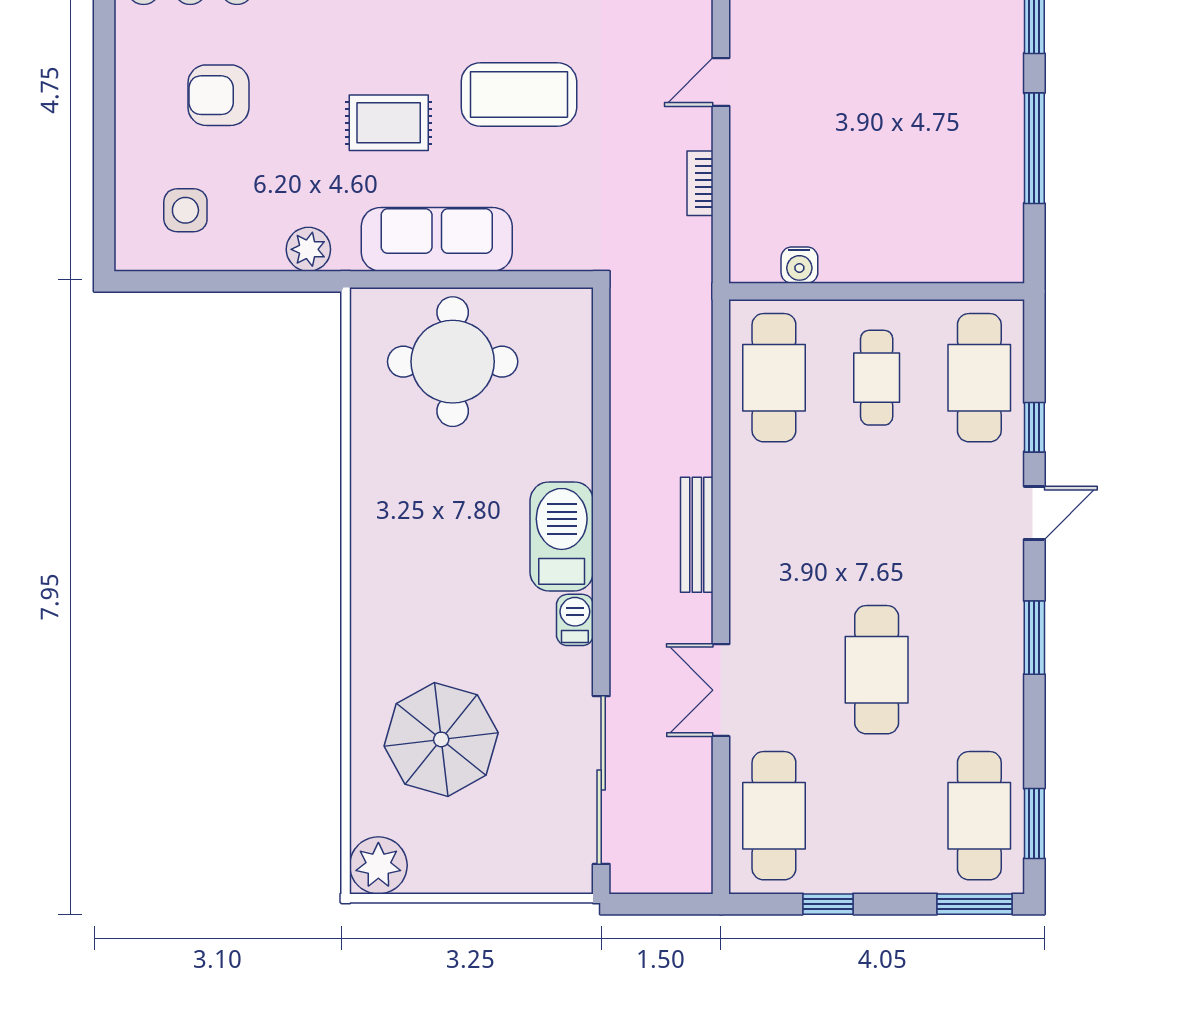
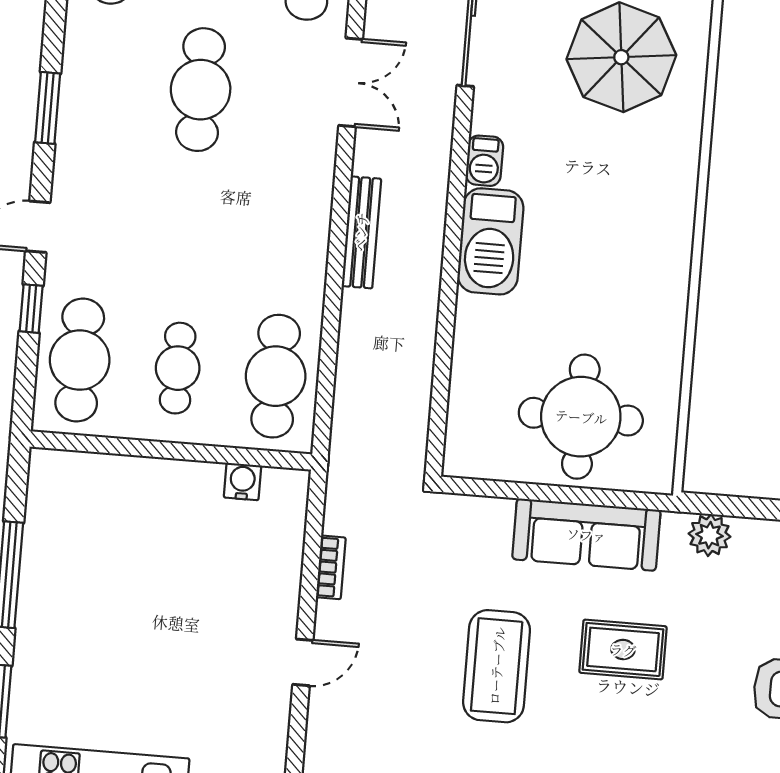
coffee table: (519, 94) -> (497, 666), turned 90

